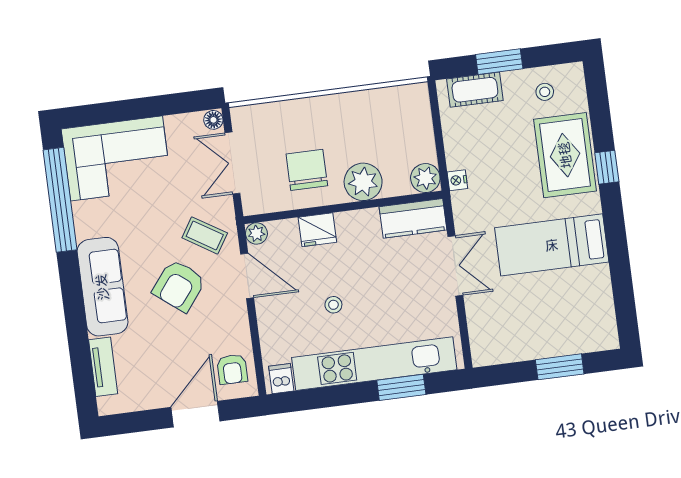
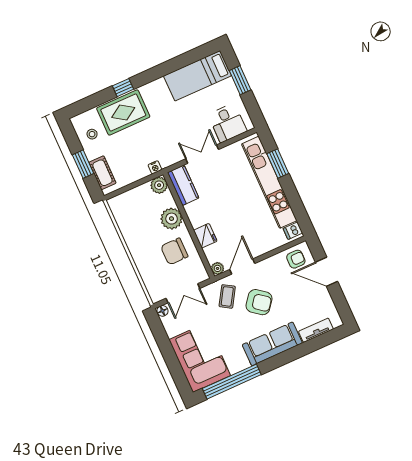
bed: (552, 245) -> (197, 76), moved, turned 90
stool: (333, 305) -> (244, 214), removed
desk: (495, 324) -> (227, 123), added

